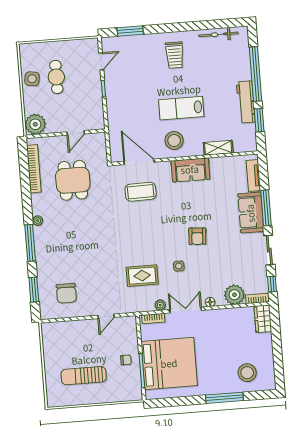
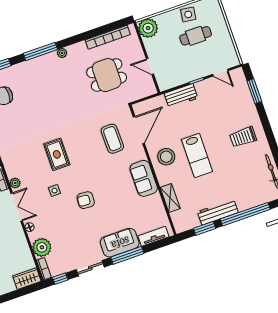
lab bench: (181, 108) -> (197, 156), turned 180
workbench: (115, 109) -> (181, 96), added
rug: (142, 276) -> (57, 154), moved

